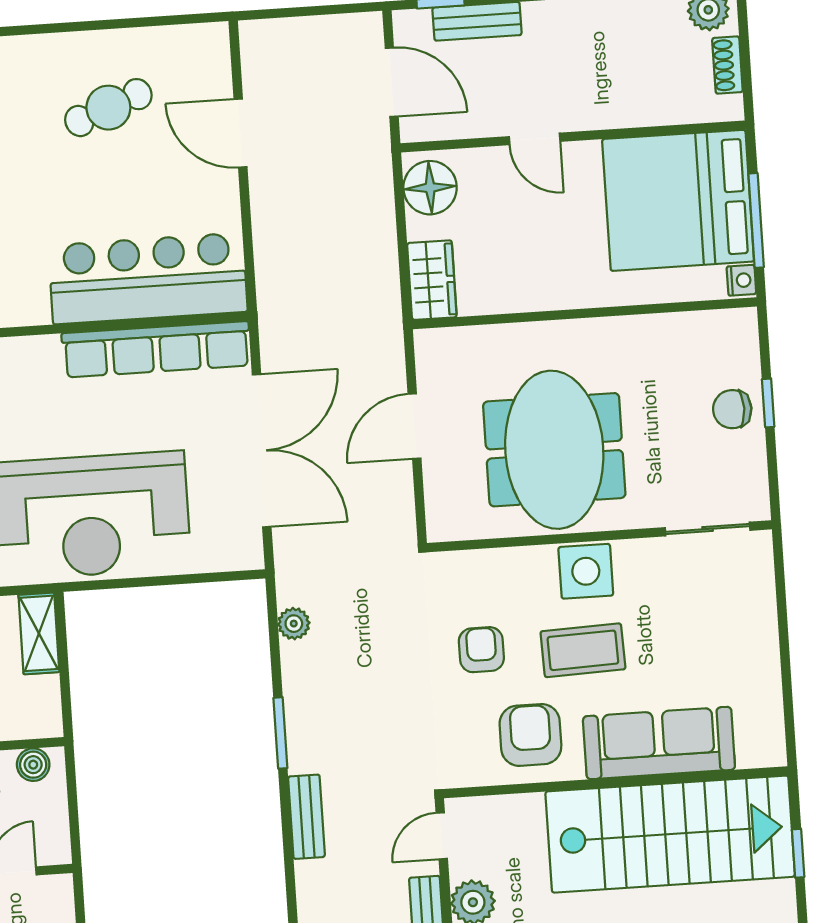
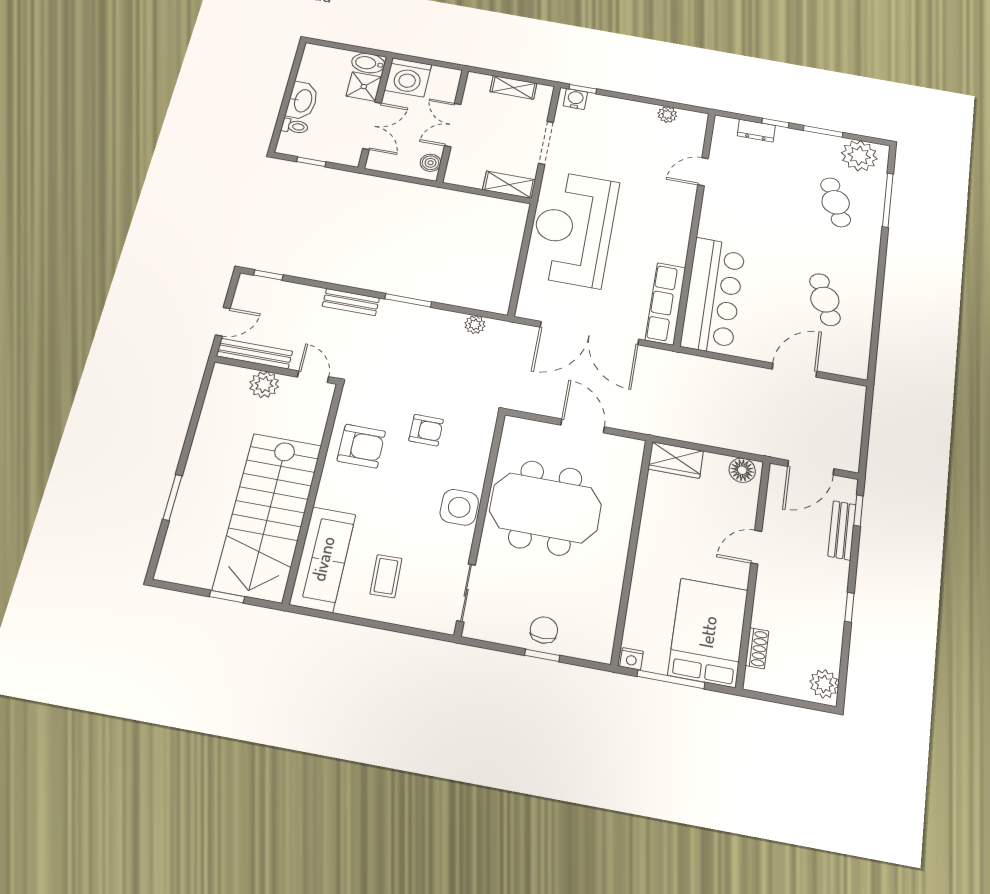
shoe rack: (727, 65) -> (757, 648), moved, turned 90
floor lamp: (430, 188) -> (742, 470), width x0.73, depth x0.73
bed: (678, 200) -> (708, 632), width x0.73
row of seats: (156, 349) -> (665, 304), width x0.73
coffee table: (583, 650) -> (386, 576), moved, width x0.73, depth x0.77
sofa: (659, 743) -> (323, 559), moved

